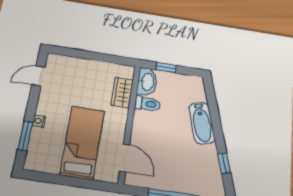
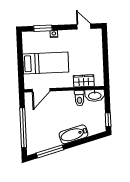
window: (166, 68) -> (108, 120), moved
window: (224, 163) -> (50, 151), width x2.17

